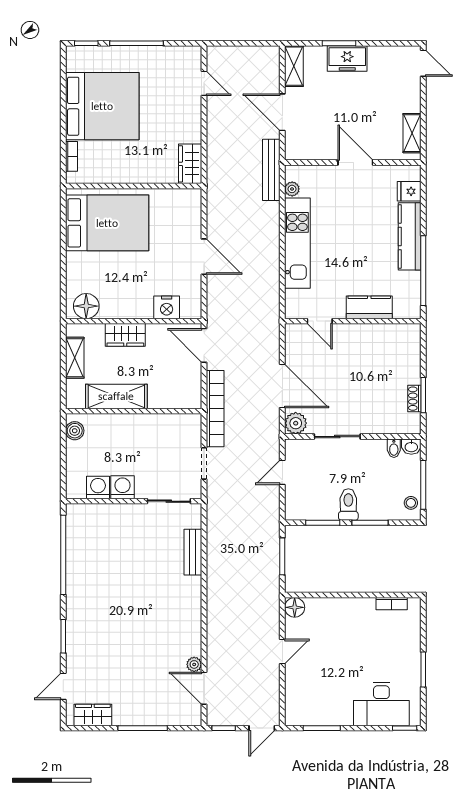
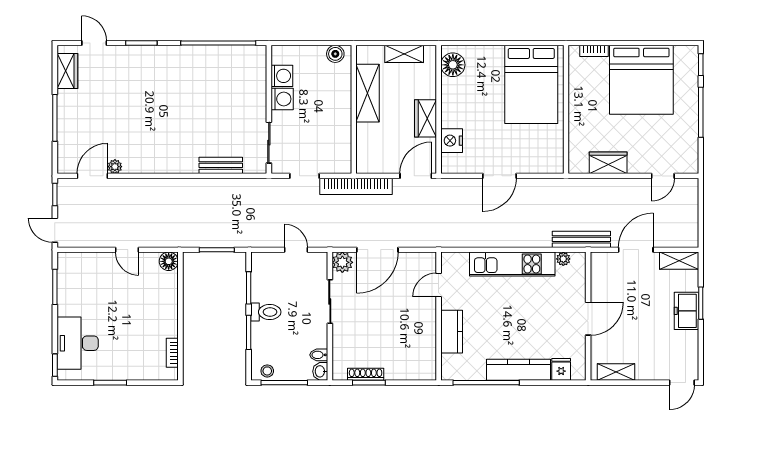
wardrobe: (190, 164) -> (608, 163), moved
wardrobe: (125, 335) -> (426, 118), moved
shoe rack: (414, 399) -> (366, 374), width x1.43

